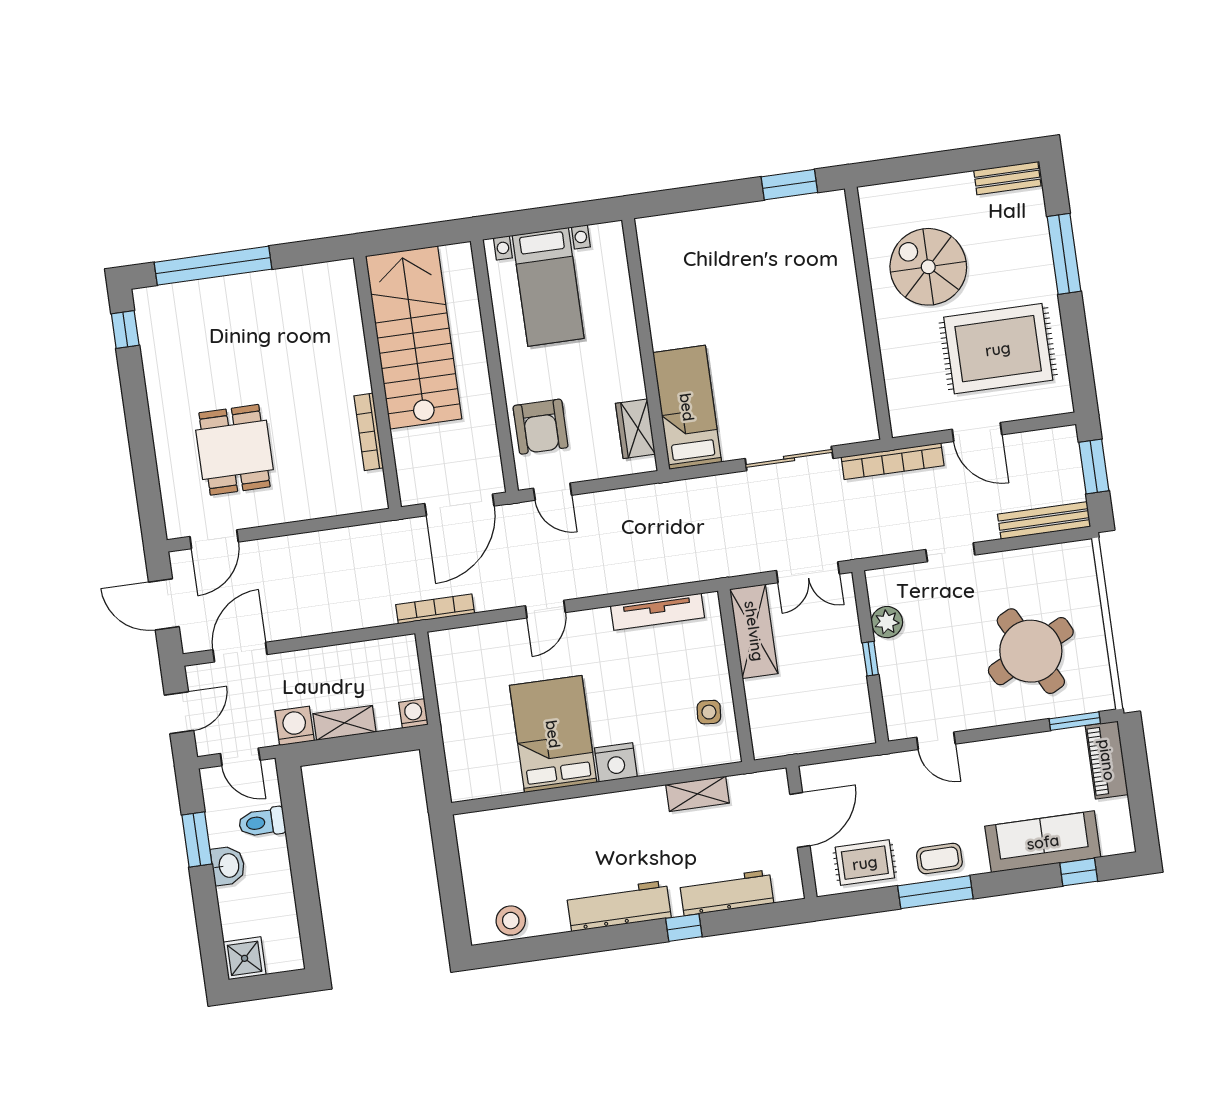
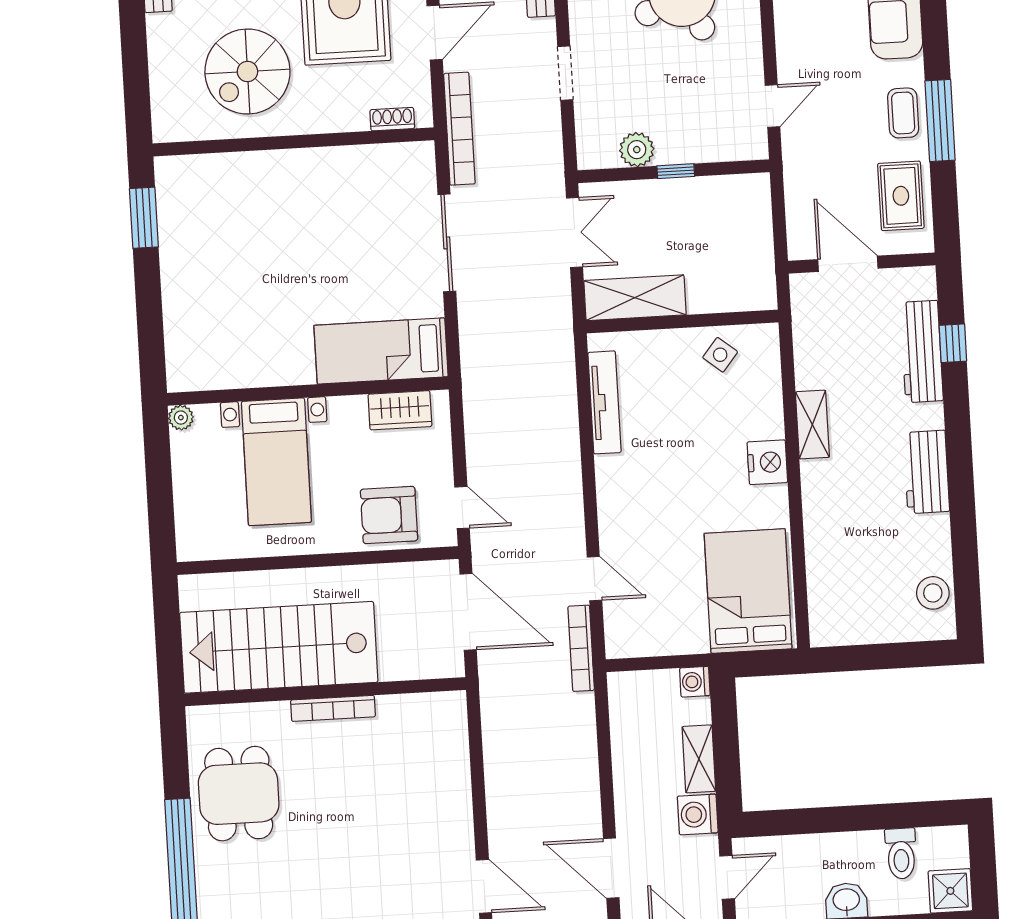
plant: (613, 233) -> (181, 418), added
bed with nightstands: (548, 287) -> (276, 462), moved, turned 90
shoe rack: (896, 400) -> (392, 119), added
armchair: (541, 427) -> (389, 515), turned 180
bookcase: (369, 432) -> (333, 708), moved
dining table: (234, 450) -> (239, 794), moved, turned 90
door: (553, 492) -> (462, 508), hinge flipped
door: (545, 609) -> (594, 579), moved
side table: (709, 712) -> (720, 355), turned 34
bed: (553, 734) -> (748, 591), moved, turned 90
shelving: (697, 794) -> (812, 425), moved
toilet: (262, 822) -> (901, 854), moved
workbench: (619, 906) -> (926, 472), width x0.73
window: (684, 928) -> (953, 343), moved

